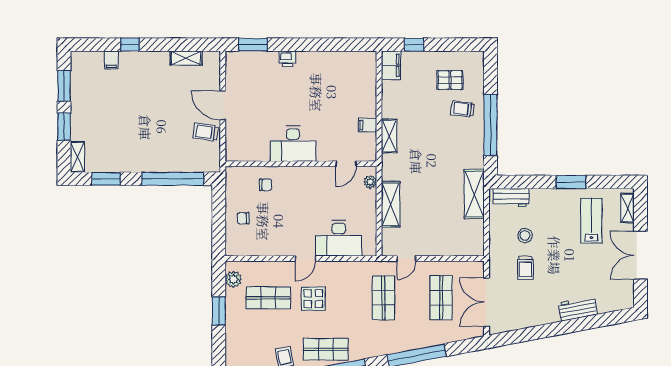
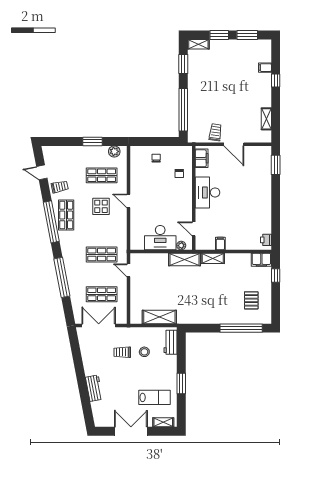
printer: (287, 59) -> (266, 240), moved
door: (223, 105) -> (234, 144), swing flipped
trolley: (462, 109) -> (231, 309), removed
window: (490, 125) -> (241, 328), moved
filing cabinet: (243, 152) -> (202, 158), added
shelving: (474, 194) -> (159, 317), moved
shelving: (391, 204) -> (184, 260), moved
desk: (339, 238) -> (160, 238), moved, turned -90
shop shelf: (268, 298) -> (102, 175), turned 90

